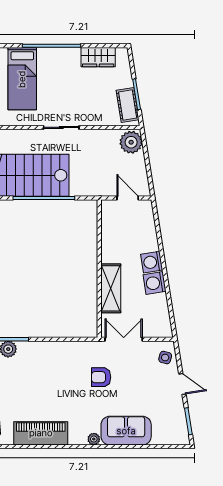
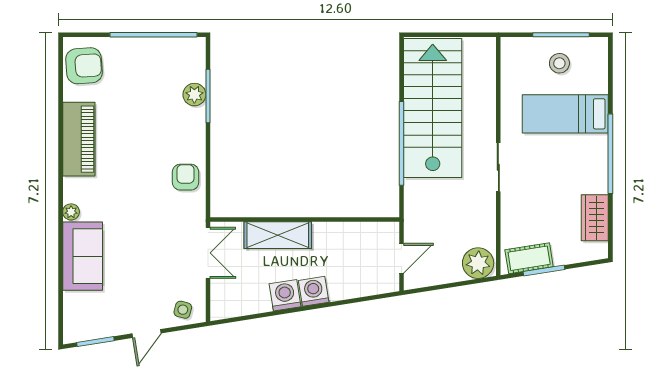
armchair: (101, 377) -> (186, 177), moved

